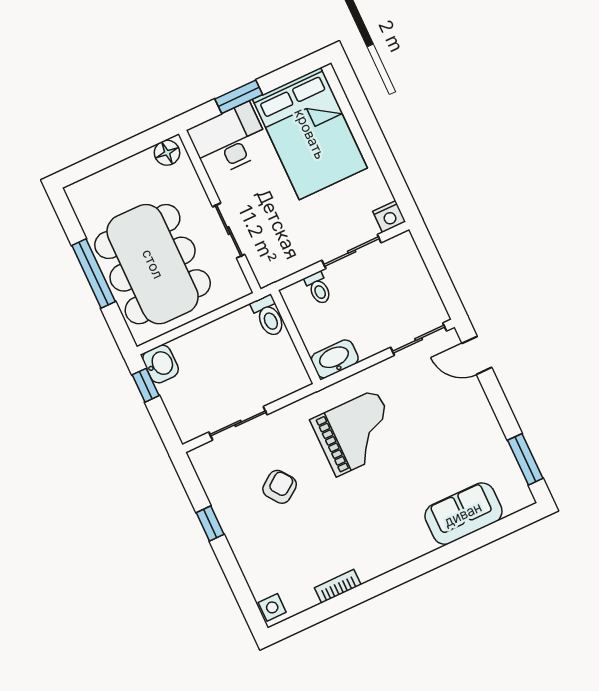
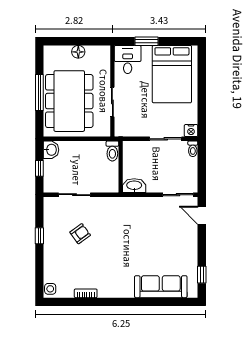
desk: (229, 140) -> (128, 59), width x0.73
floor lamp: (167, 153) -> (78, 52), moved
toilet: (318, 288) -> (193, 149), moved
window: (146, 385) -> (39, 168), moved
grand piano: (356, 433) -> (128, 225), removed
window: (525, 459) -> (202, 275), width x0.67
sofa: (463, 514) -> (161, 287), width x1.36

